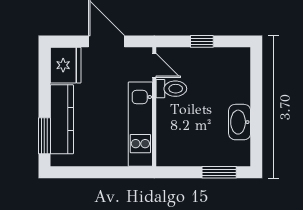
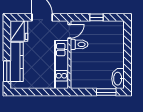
door: (154, 66) -> (69, 31), hinge flipped
washbasin: (240, 122) -> (118, 79), moved

